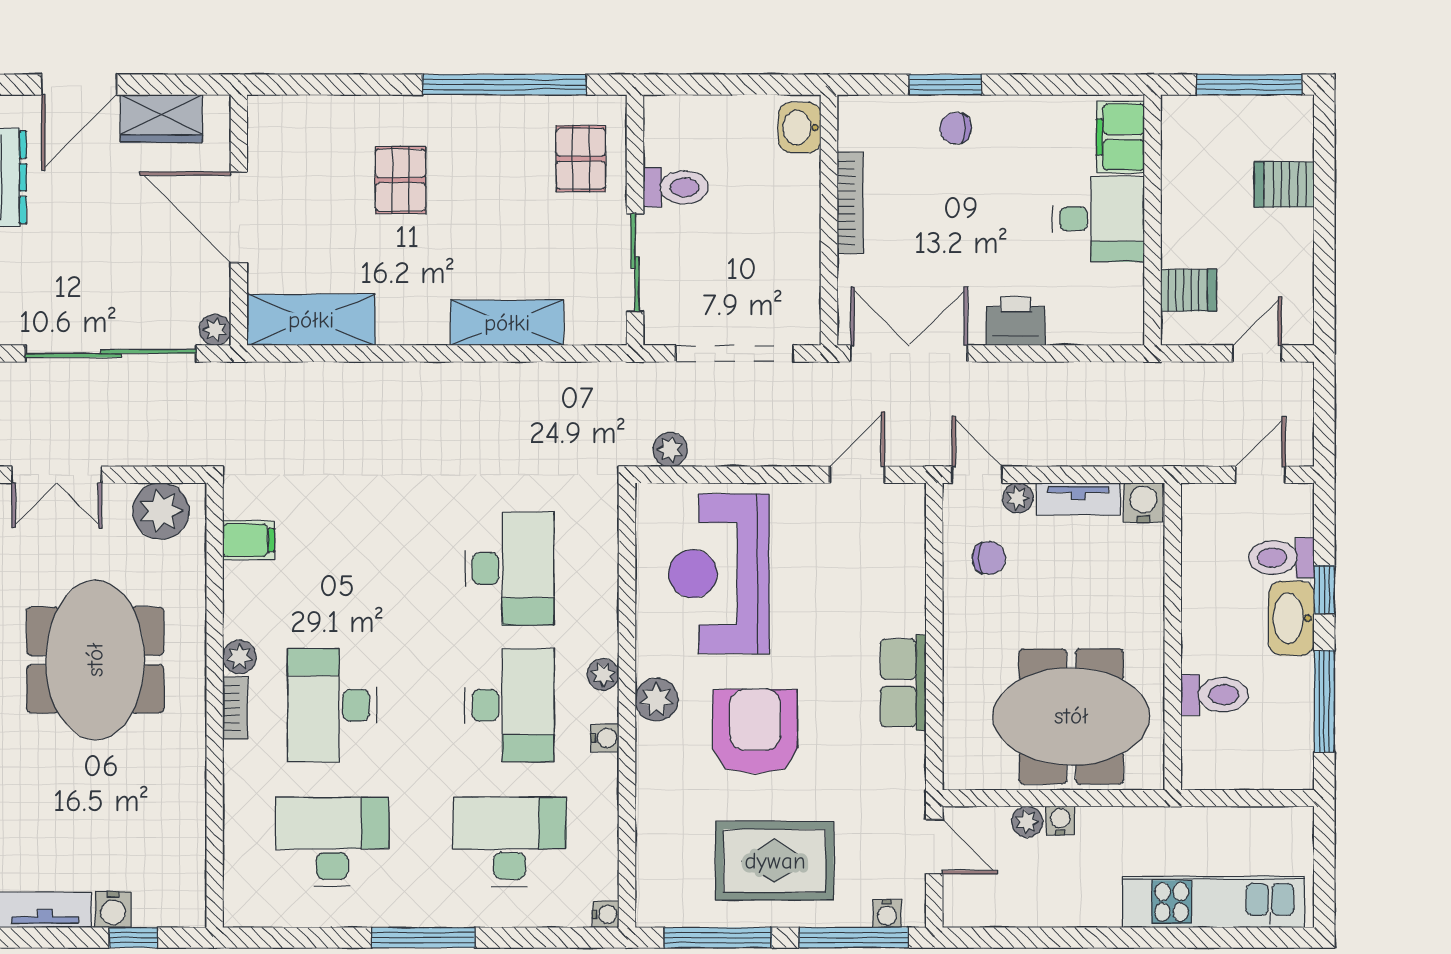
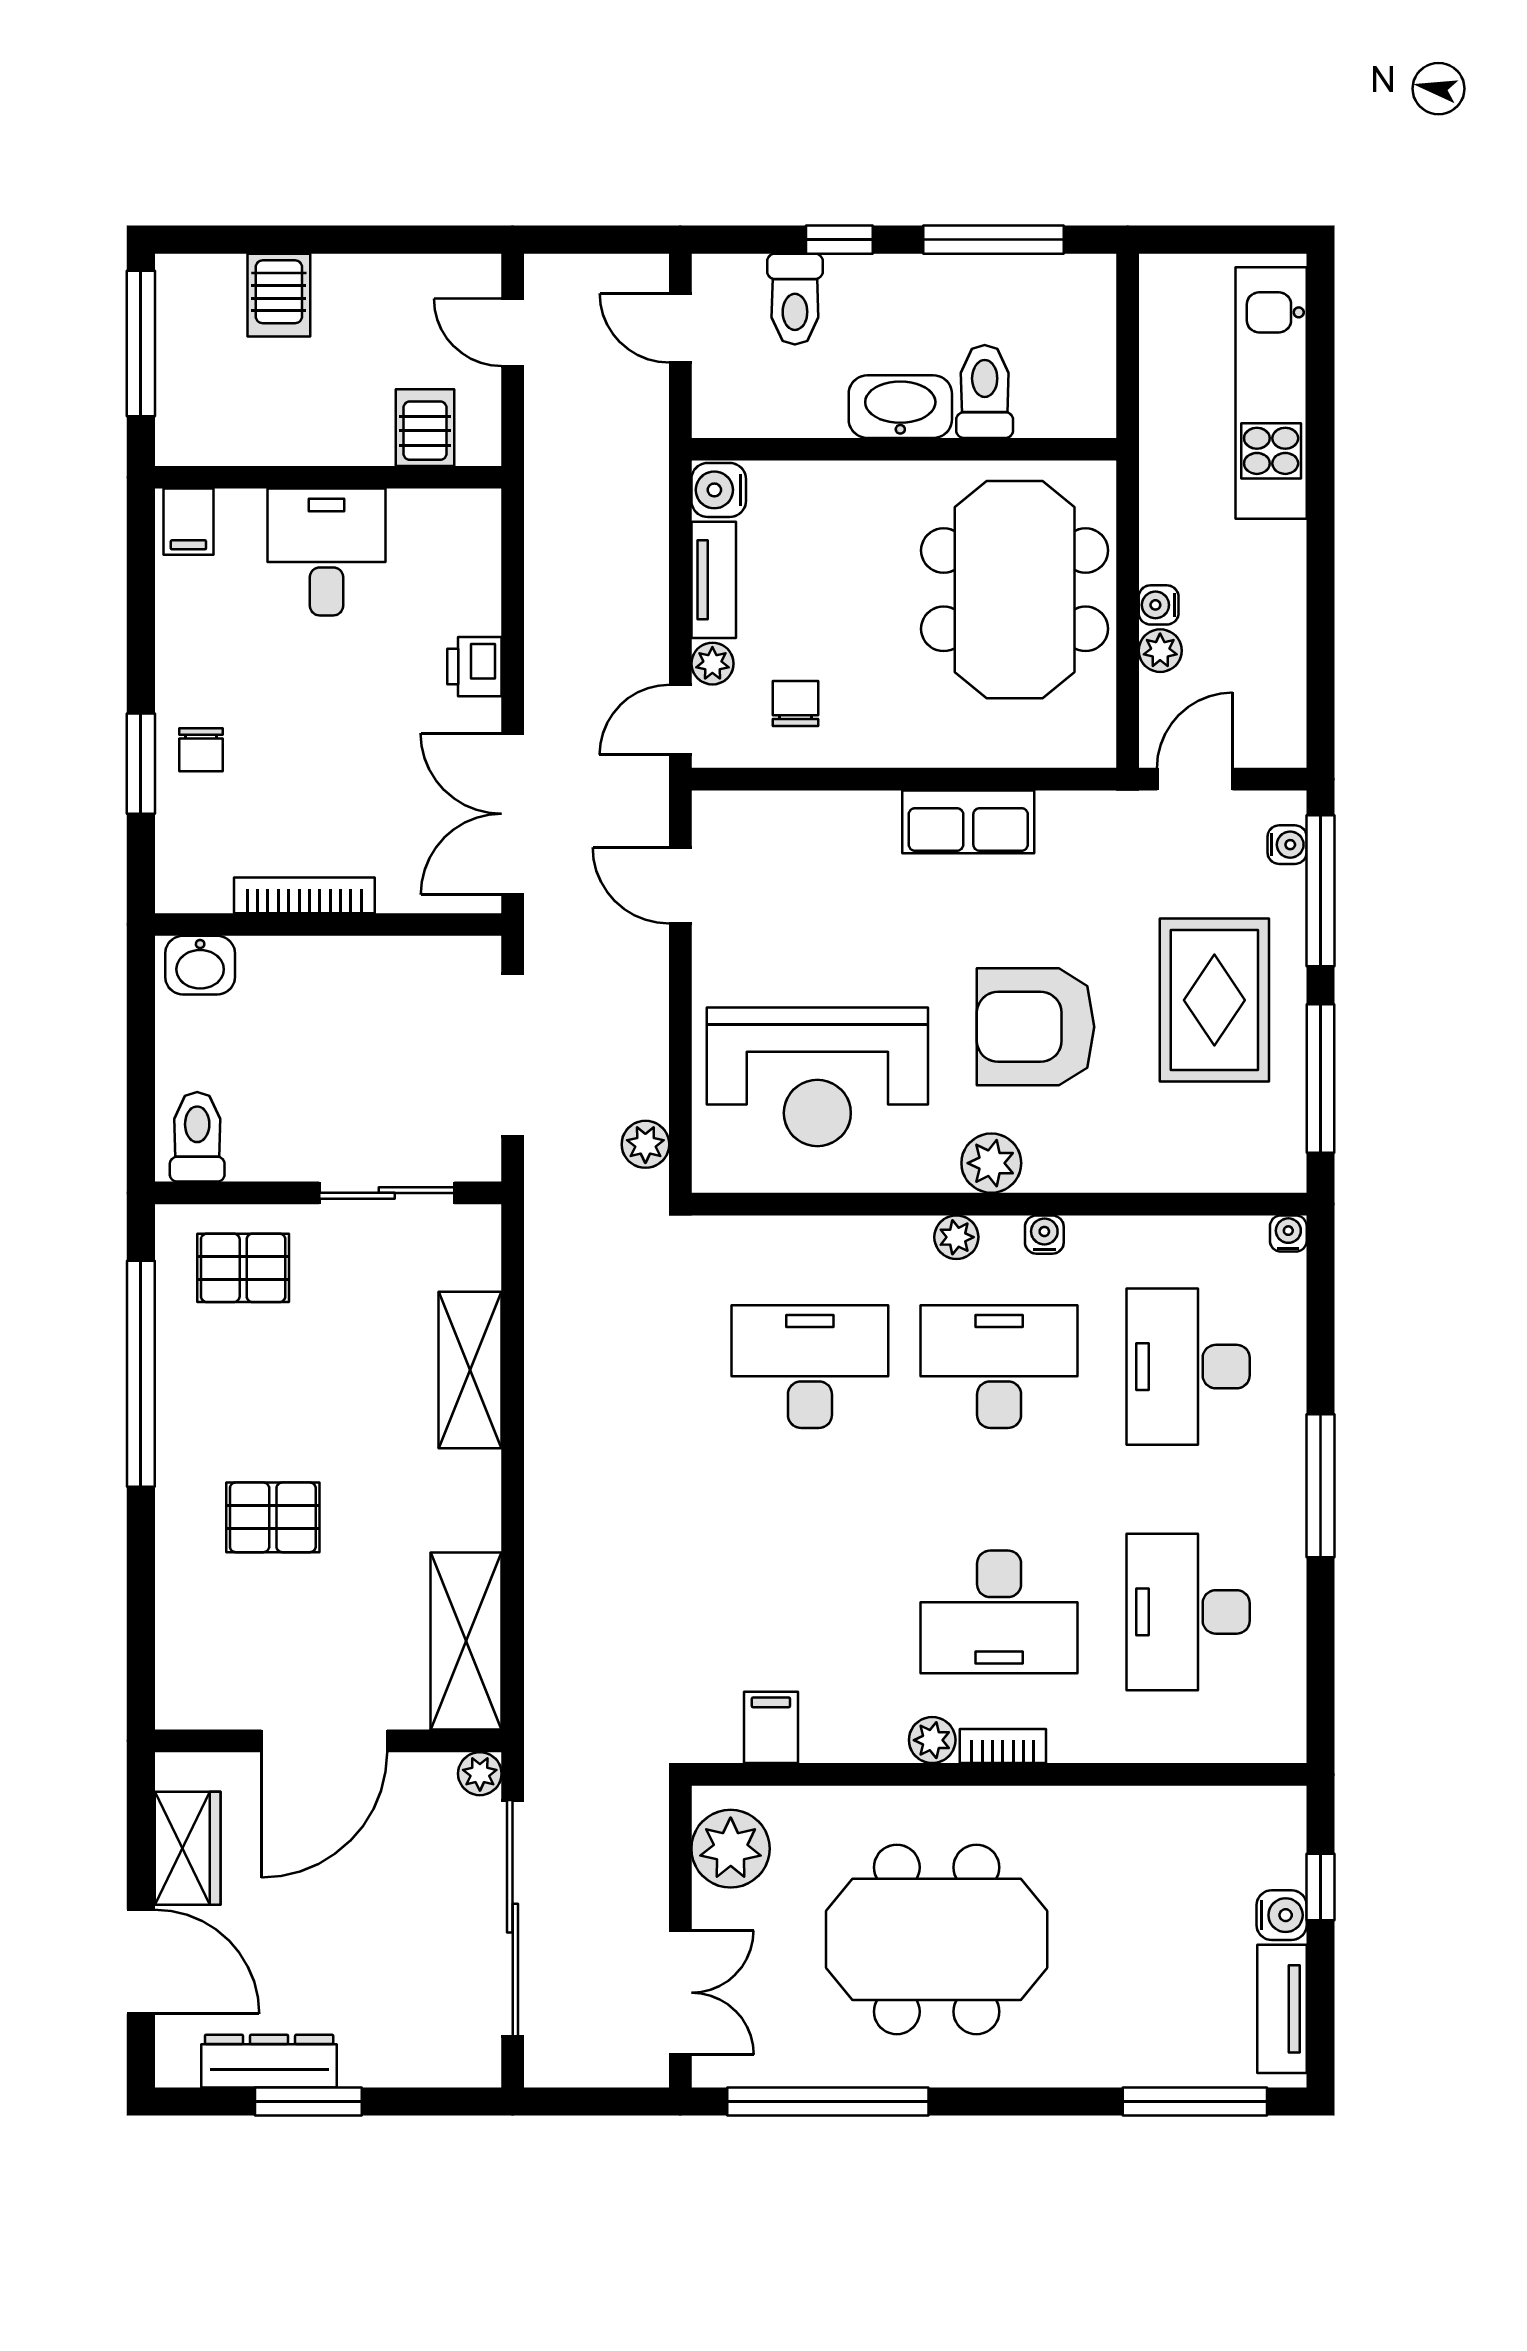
filing cabinet: (1120, 137) -> (188, 522), width x0.50
toilet: (676, 187) -> (197, 1137), moved
printer: (1016, 321) -> (474, 667), width x0.73, depth x0.81
washbasin: (1291, 618) -> (900, 407), moved, turned 180

